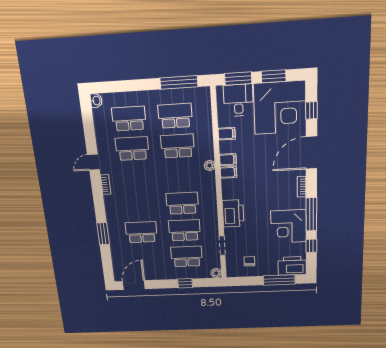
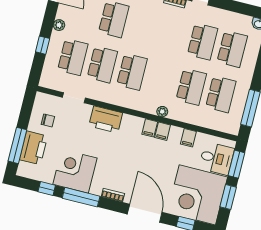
printer: (292, 266) -> (34, 148), moved
plant: (216, 273) -> (59, 25), moved

